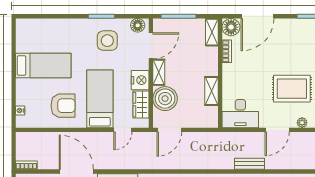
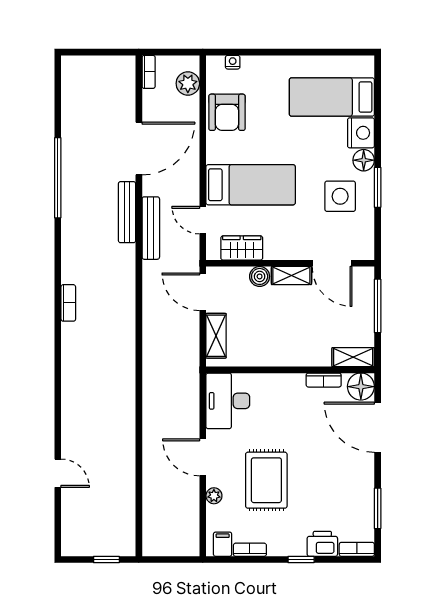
floor lamp: (138, 25) -> (364, 160), moved
bed: (43, 66) -> (332, 97), moved, turned 90
nightstand: (140, 80) -> (361, 133), moved, turned -90
shelving: (212, 91) -> (216, 336), moved, turned 90
boiler: (165, 99) -> (260, 276), width x0.54, depth x0.54
armchair: (63, 106) -> (227, 112), moved
plant: (34, 140) -> (188, 83), added
bench: (249, 164) -> (151, 228), moved, width x1.36

